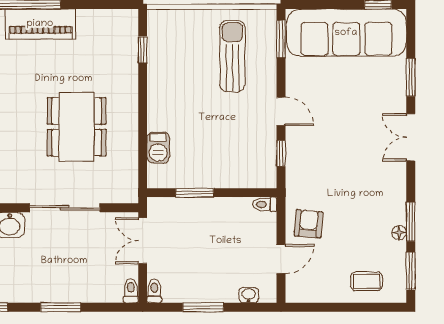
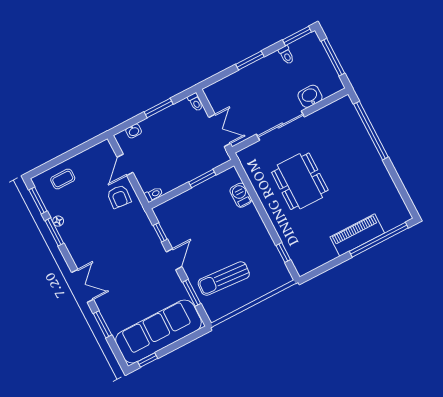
window: (281, 39) -> (192, 293), moved
sun lounger: (232, 56) -> (224, 279), turned 94
door: (281, 111) -> (174, 259), swing flipped
toilet: (131, 291) -> (286, 55), moved

